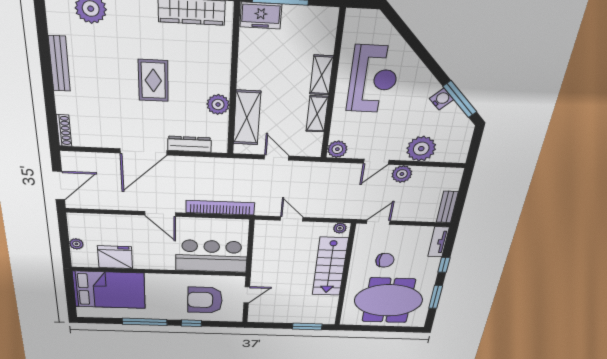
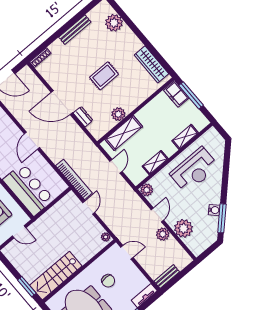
shelving: (321, 75) -> (185, 137), moved
dresser: (189, 144) -> (83, 117), width x0.70
door: (376, 162) -> (157, 215), swing flipped
bookcase: (220, 208) -> (74, 179), moved
stairs: (330, 267) -> (56, 276), moved

